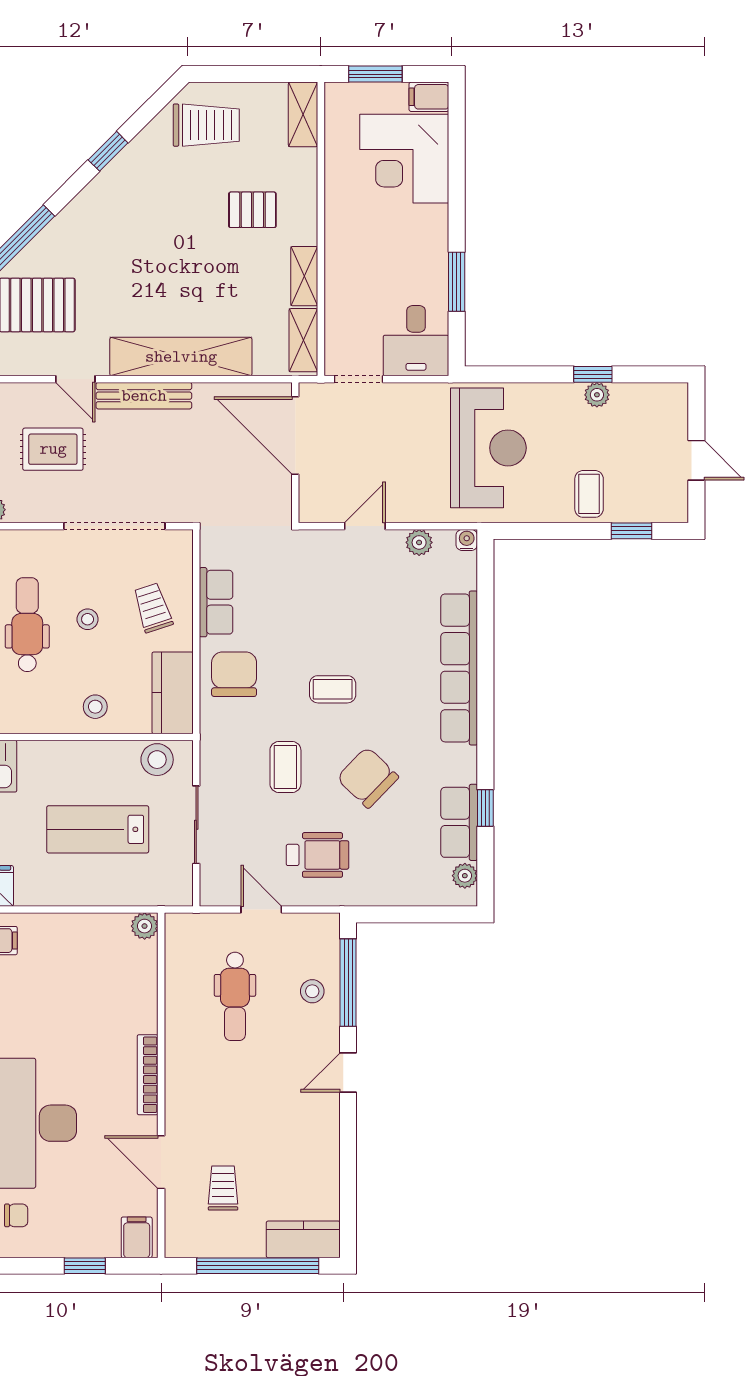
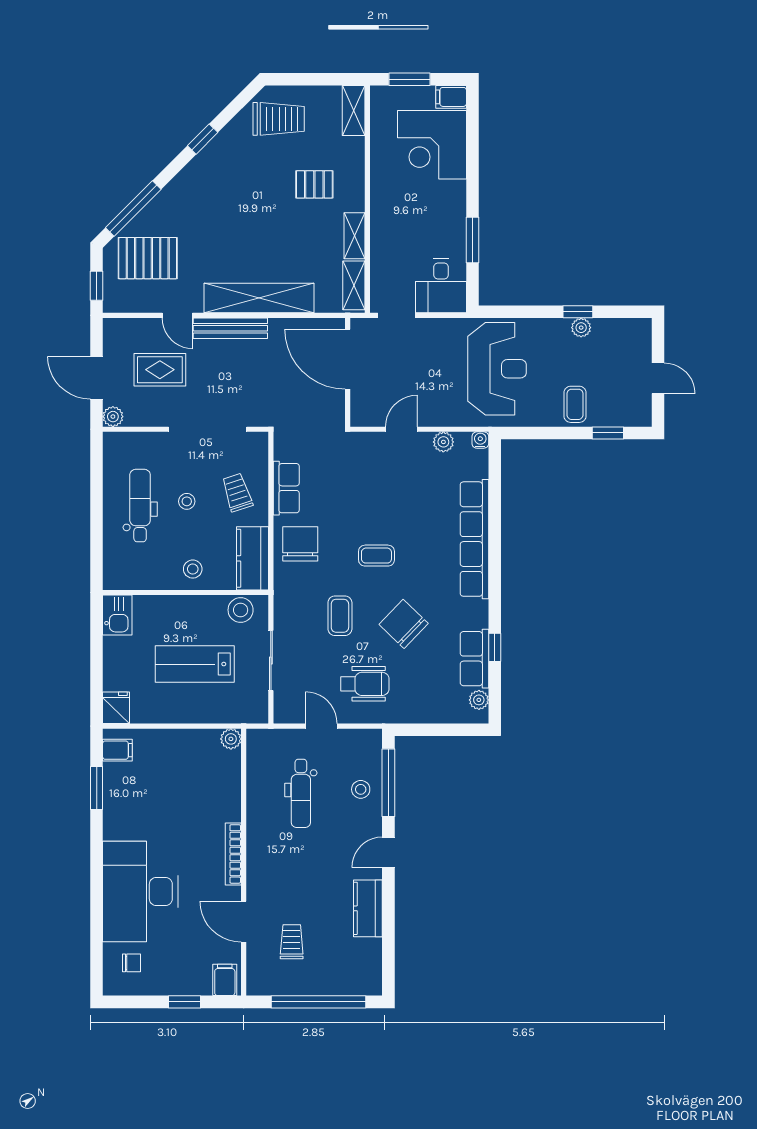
kitchen counter: (303, 1239) -> (368, 908), moved, turned -90

